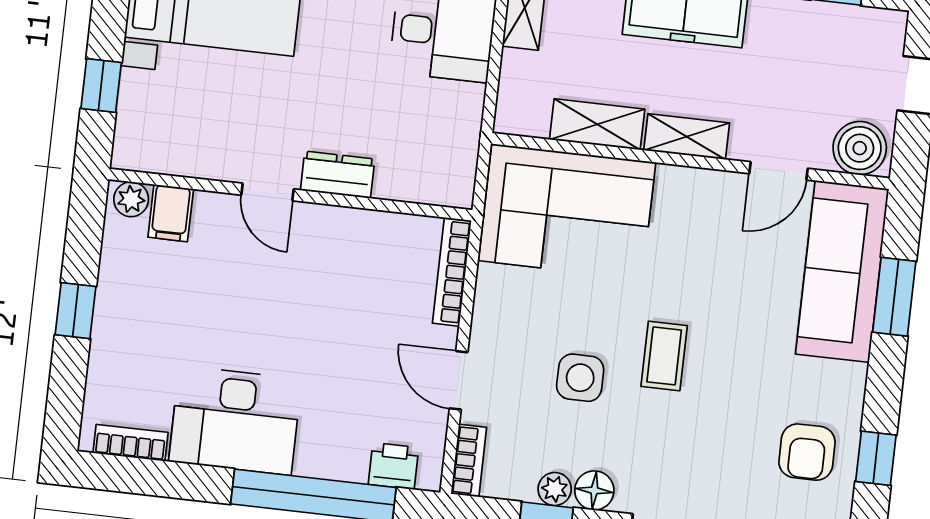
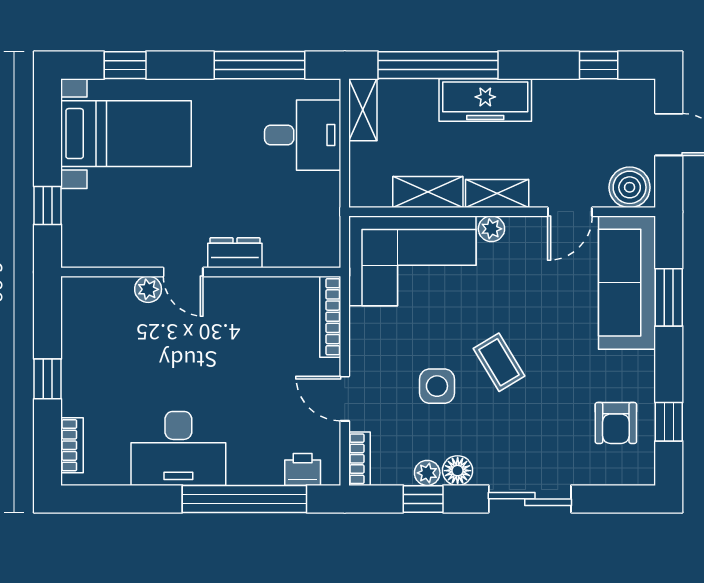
plant: (674, 181) -> (491, 229), added
plant: (131, 199) -> (148, 289), moved
filing cabinet: (171, 213) -> (111, 296), removed
coffee table: (664, 356) -> (499, 362), turned -31
bookcase: (131, 443) -> (72, 445), moved, turned 90

